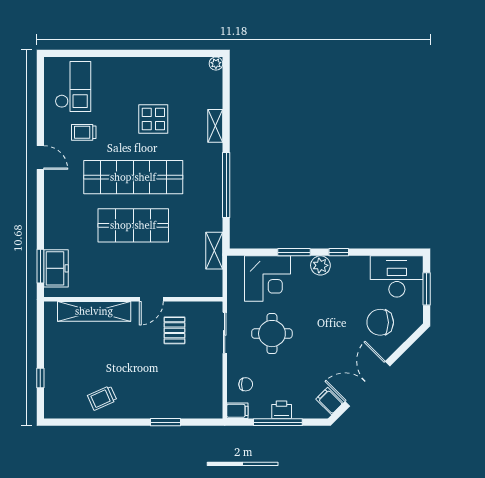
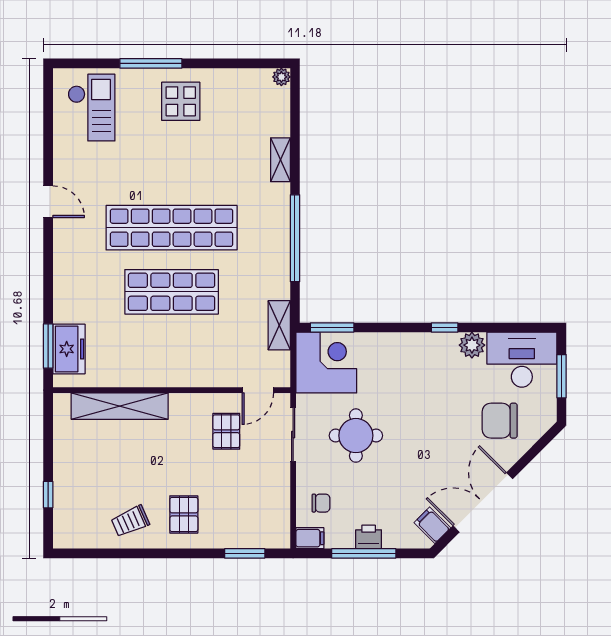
window: (118, 53) -> (151, 63), added
display table: (153, 119) -> (181, 101), moved
trolley: (84, 132) -> (106, 168), removed
window: (294, 252) -> (332, 328), moved
plant: (320, 265) -> (472, 345), moved
corner desk: (268, 279) -> (326, 363), moved, turned -90
door: (151, 299) -> (258, 390), moved
pallet: (142, 393) -> (184, 514), added
window: (165, 422) -> (245, 553), moved

